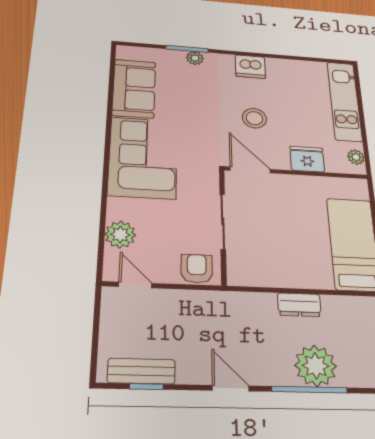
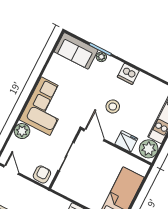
sofa: (134, 88) -> (76, 51), moved, turned 90
plant: (356, 157) -> (149, 149), width x1.87, depth x1.87
plant: (120, 235) -> (22, 131), moved

